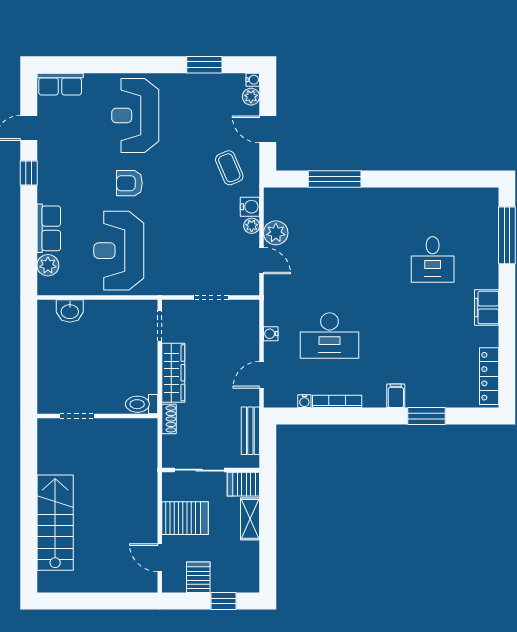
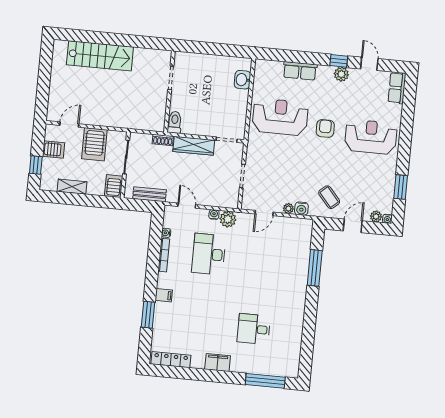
coffee table: (229, 168) -> (329, 197), turned 72
plant: (276, 233) -> (228, 219), moved
plant: (48, 265) -> (341, 74), moved
shelving: (250, 519) -> (72, 187), moved

